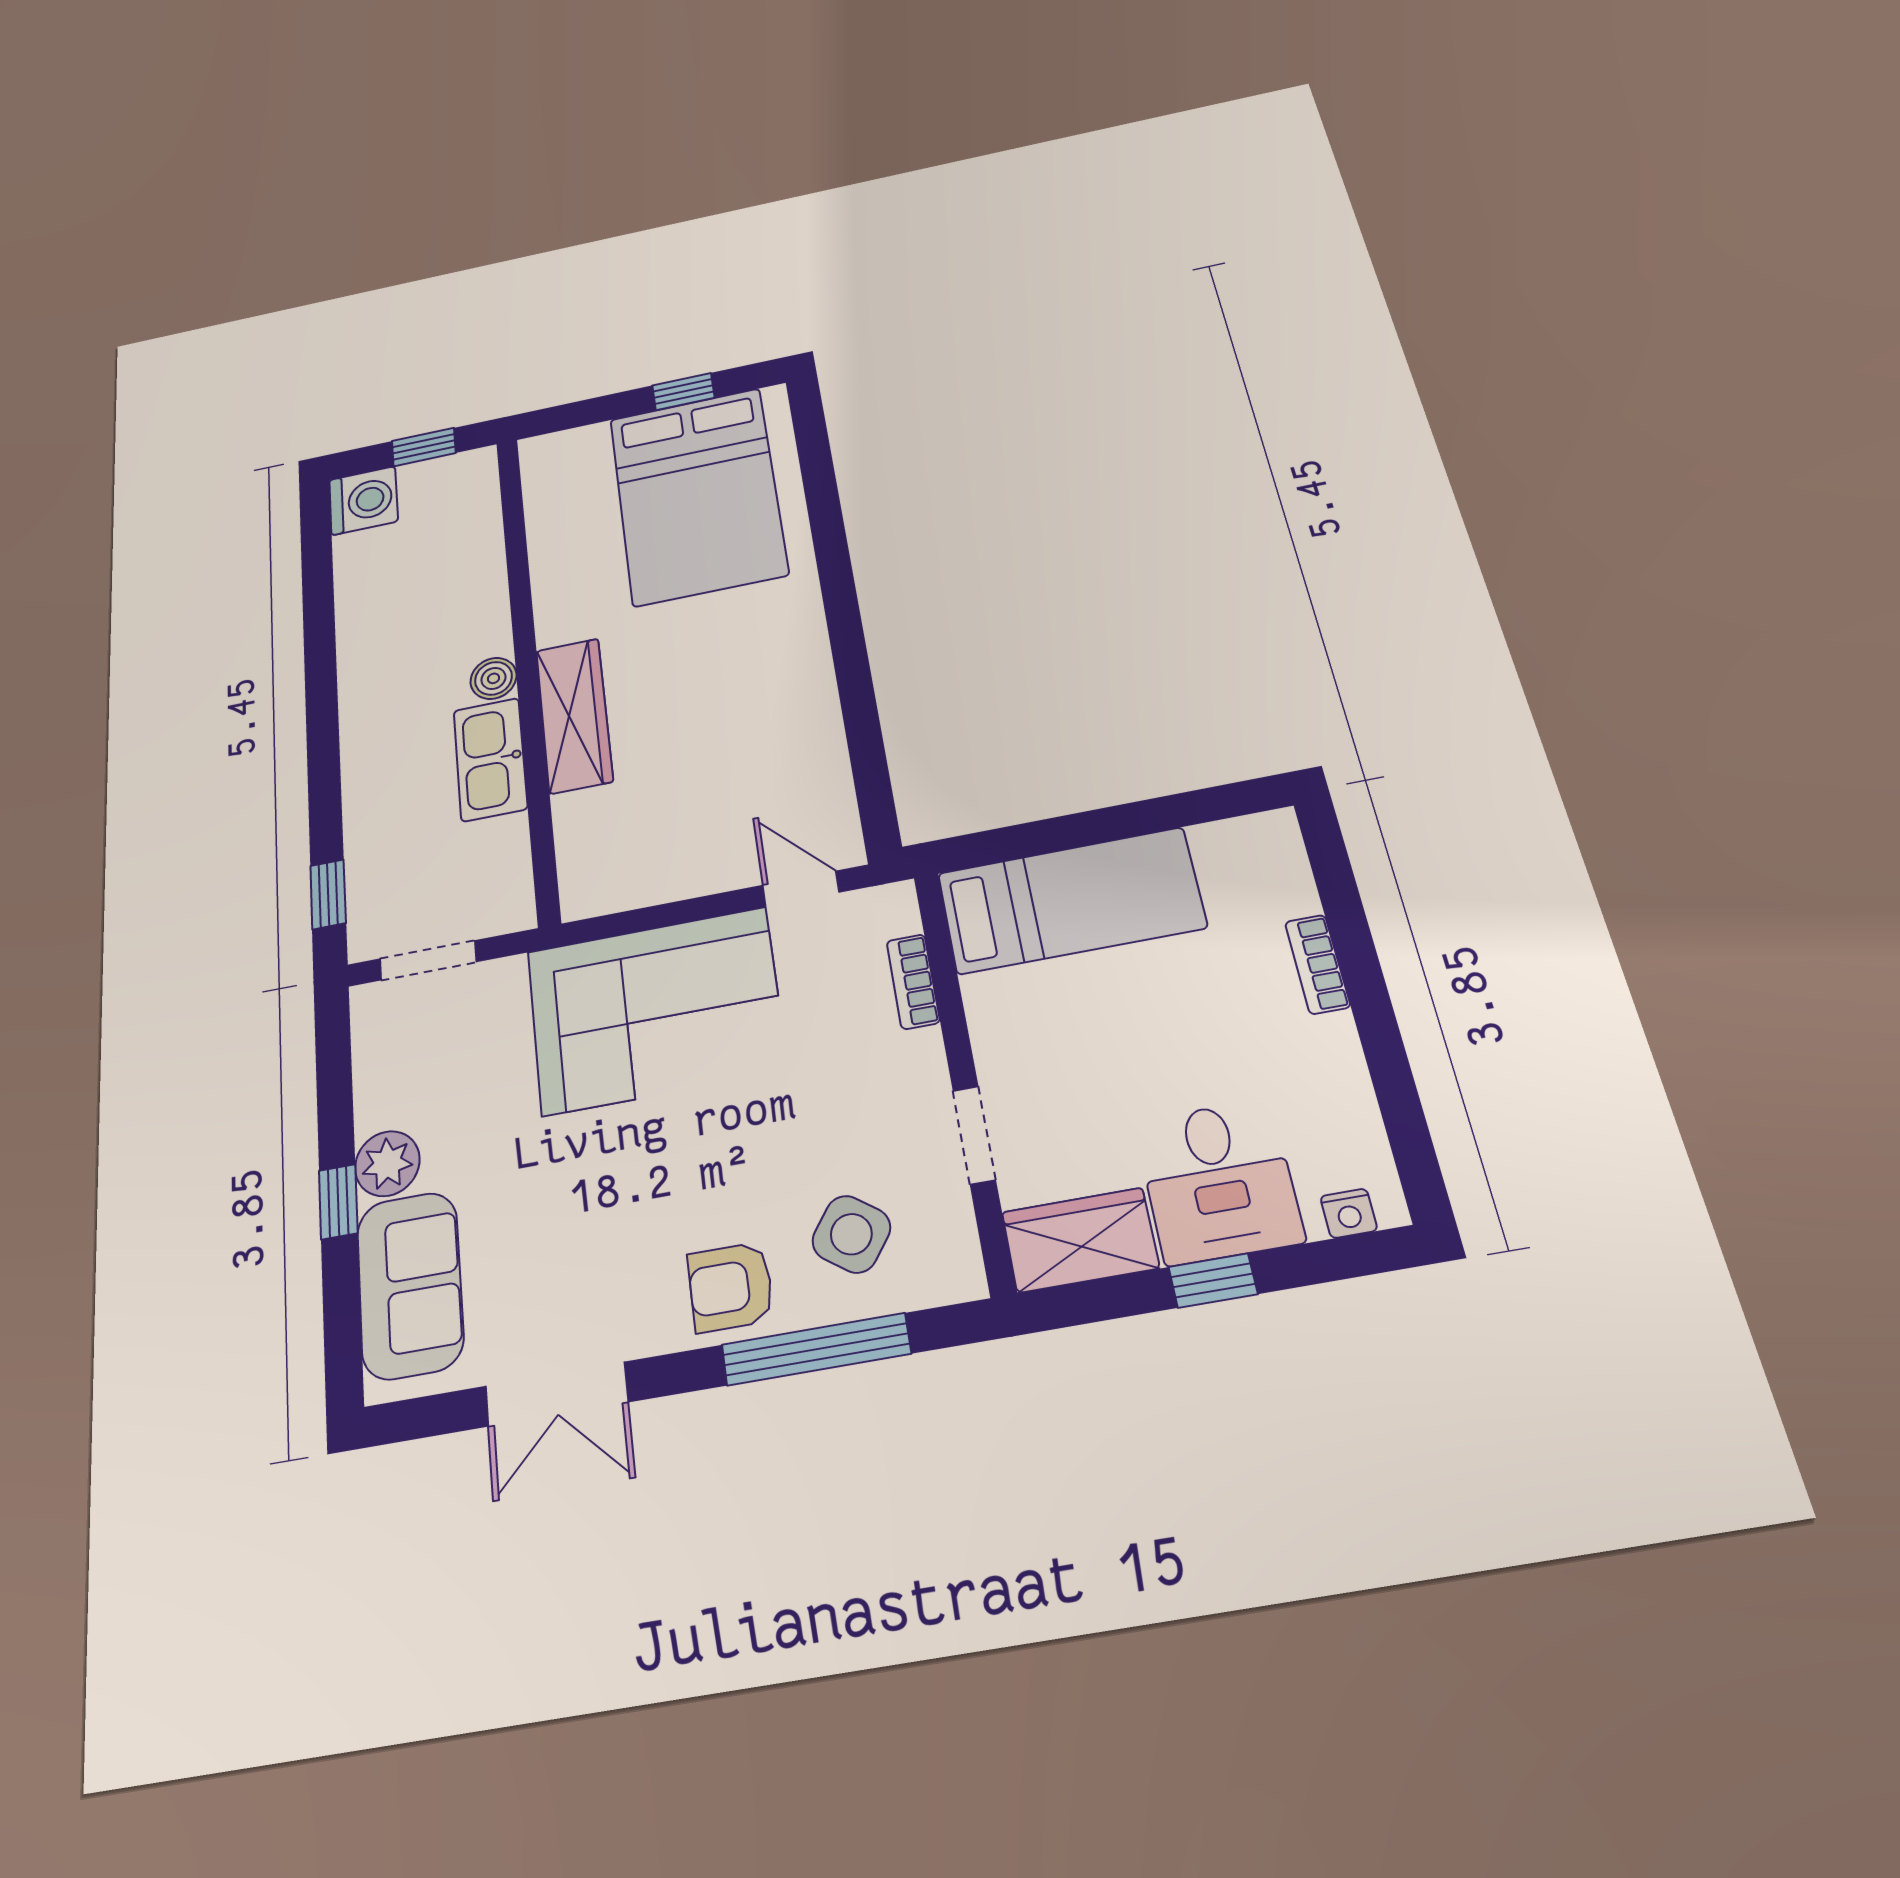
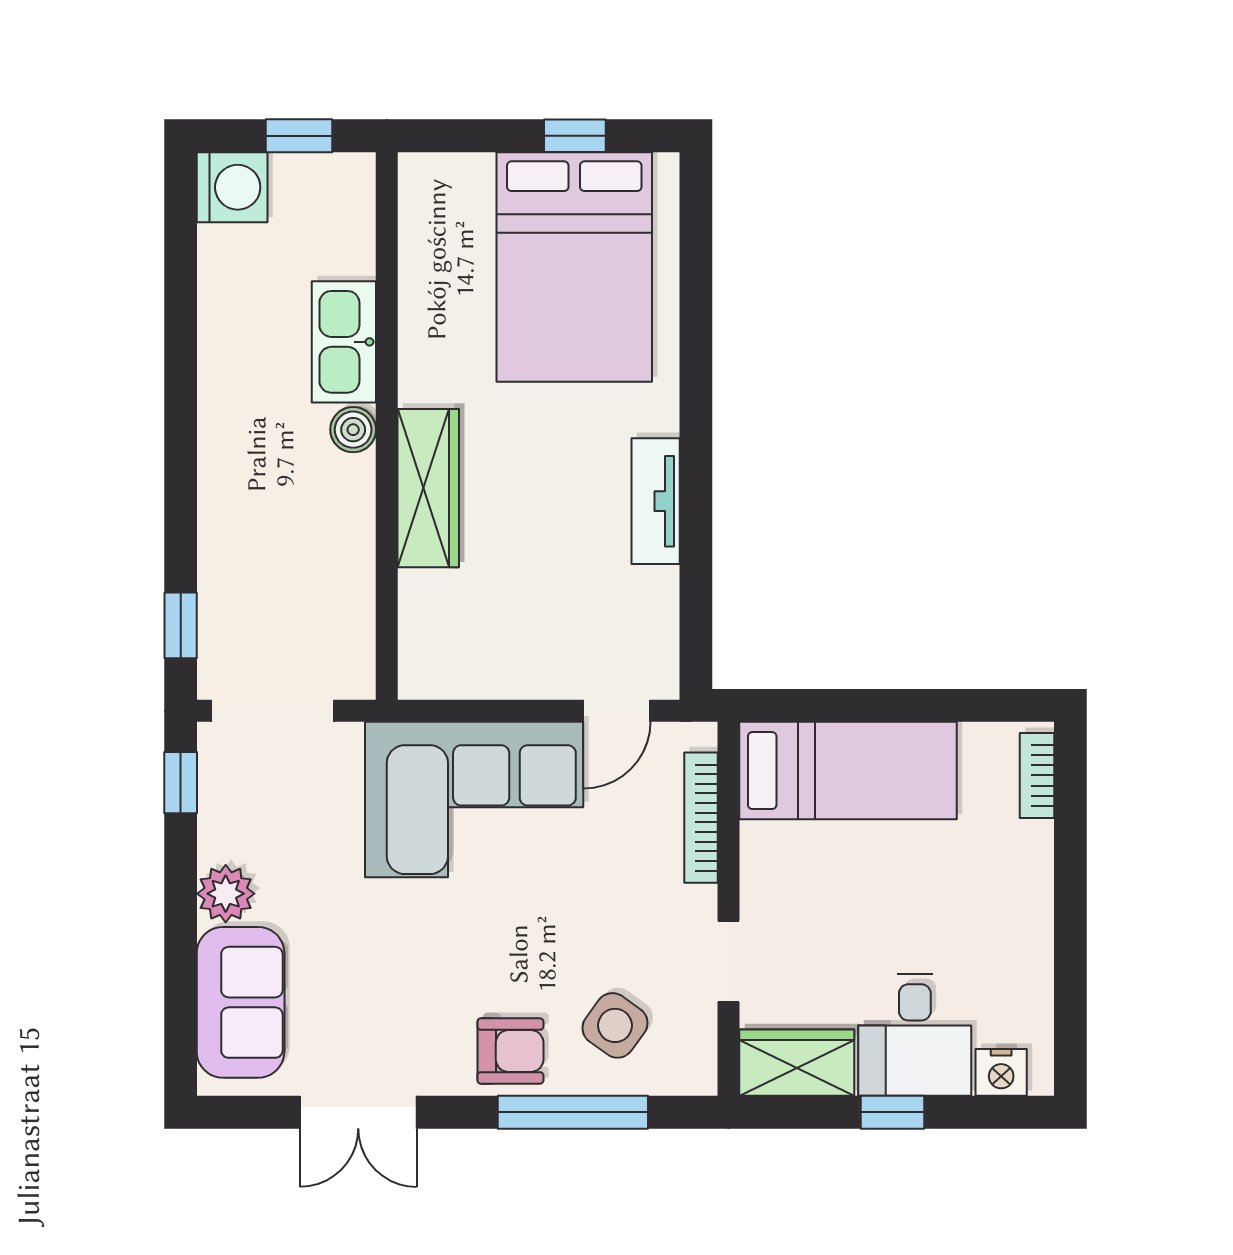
tv unit: (811, 680) -> (656, 501), added
kitchen sink: (490, 759) -> (344, 342), moved
door: (801, 889) -> (617, 711), swing flipped
doorway: (428, 960) -> (272, 711), width x1.38
bookcase: (1317, 964) -> (1037, 775), moved
bookcase: (913, 982) -> (701, 818), width x1.56
window: (338, 1202) -> (181, 783), moved
nightstand: (1349, 1213) -> (1001, 1072), width x1.39, depth x1.35
armchair: (731, 1287) -> (510, 1051), turned 180

